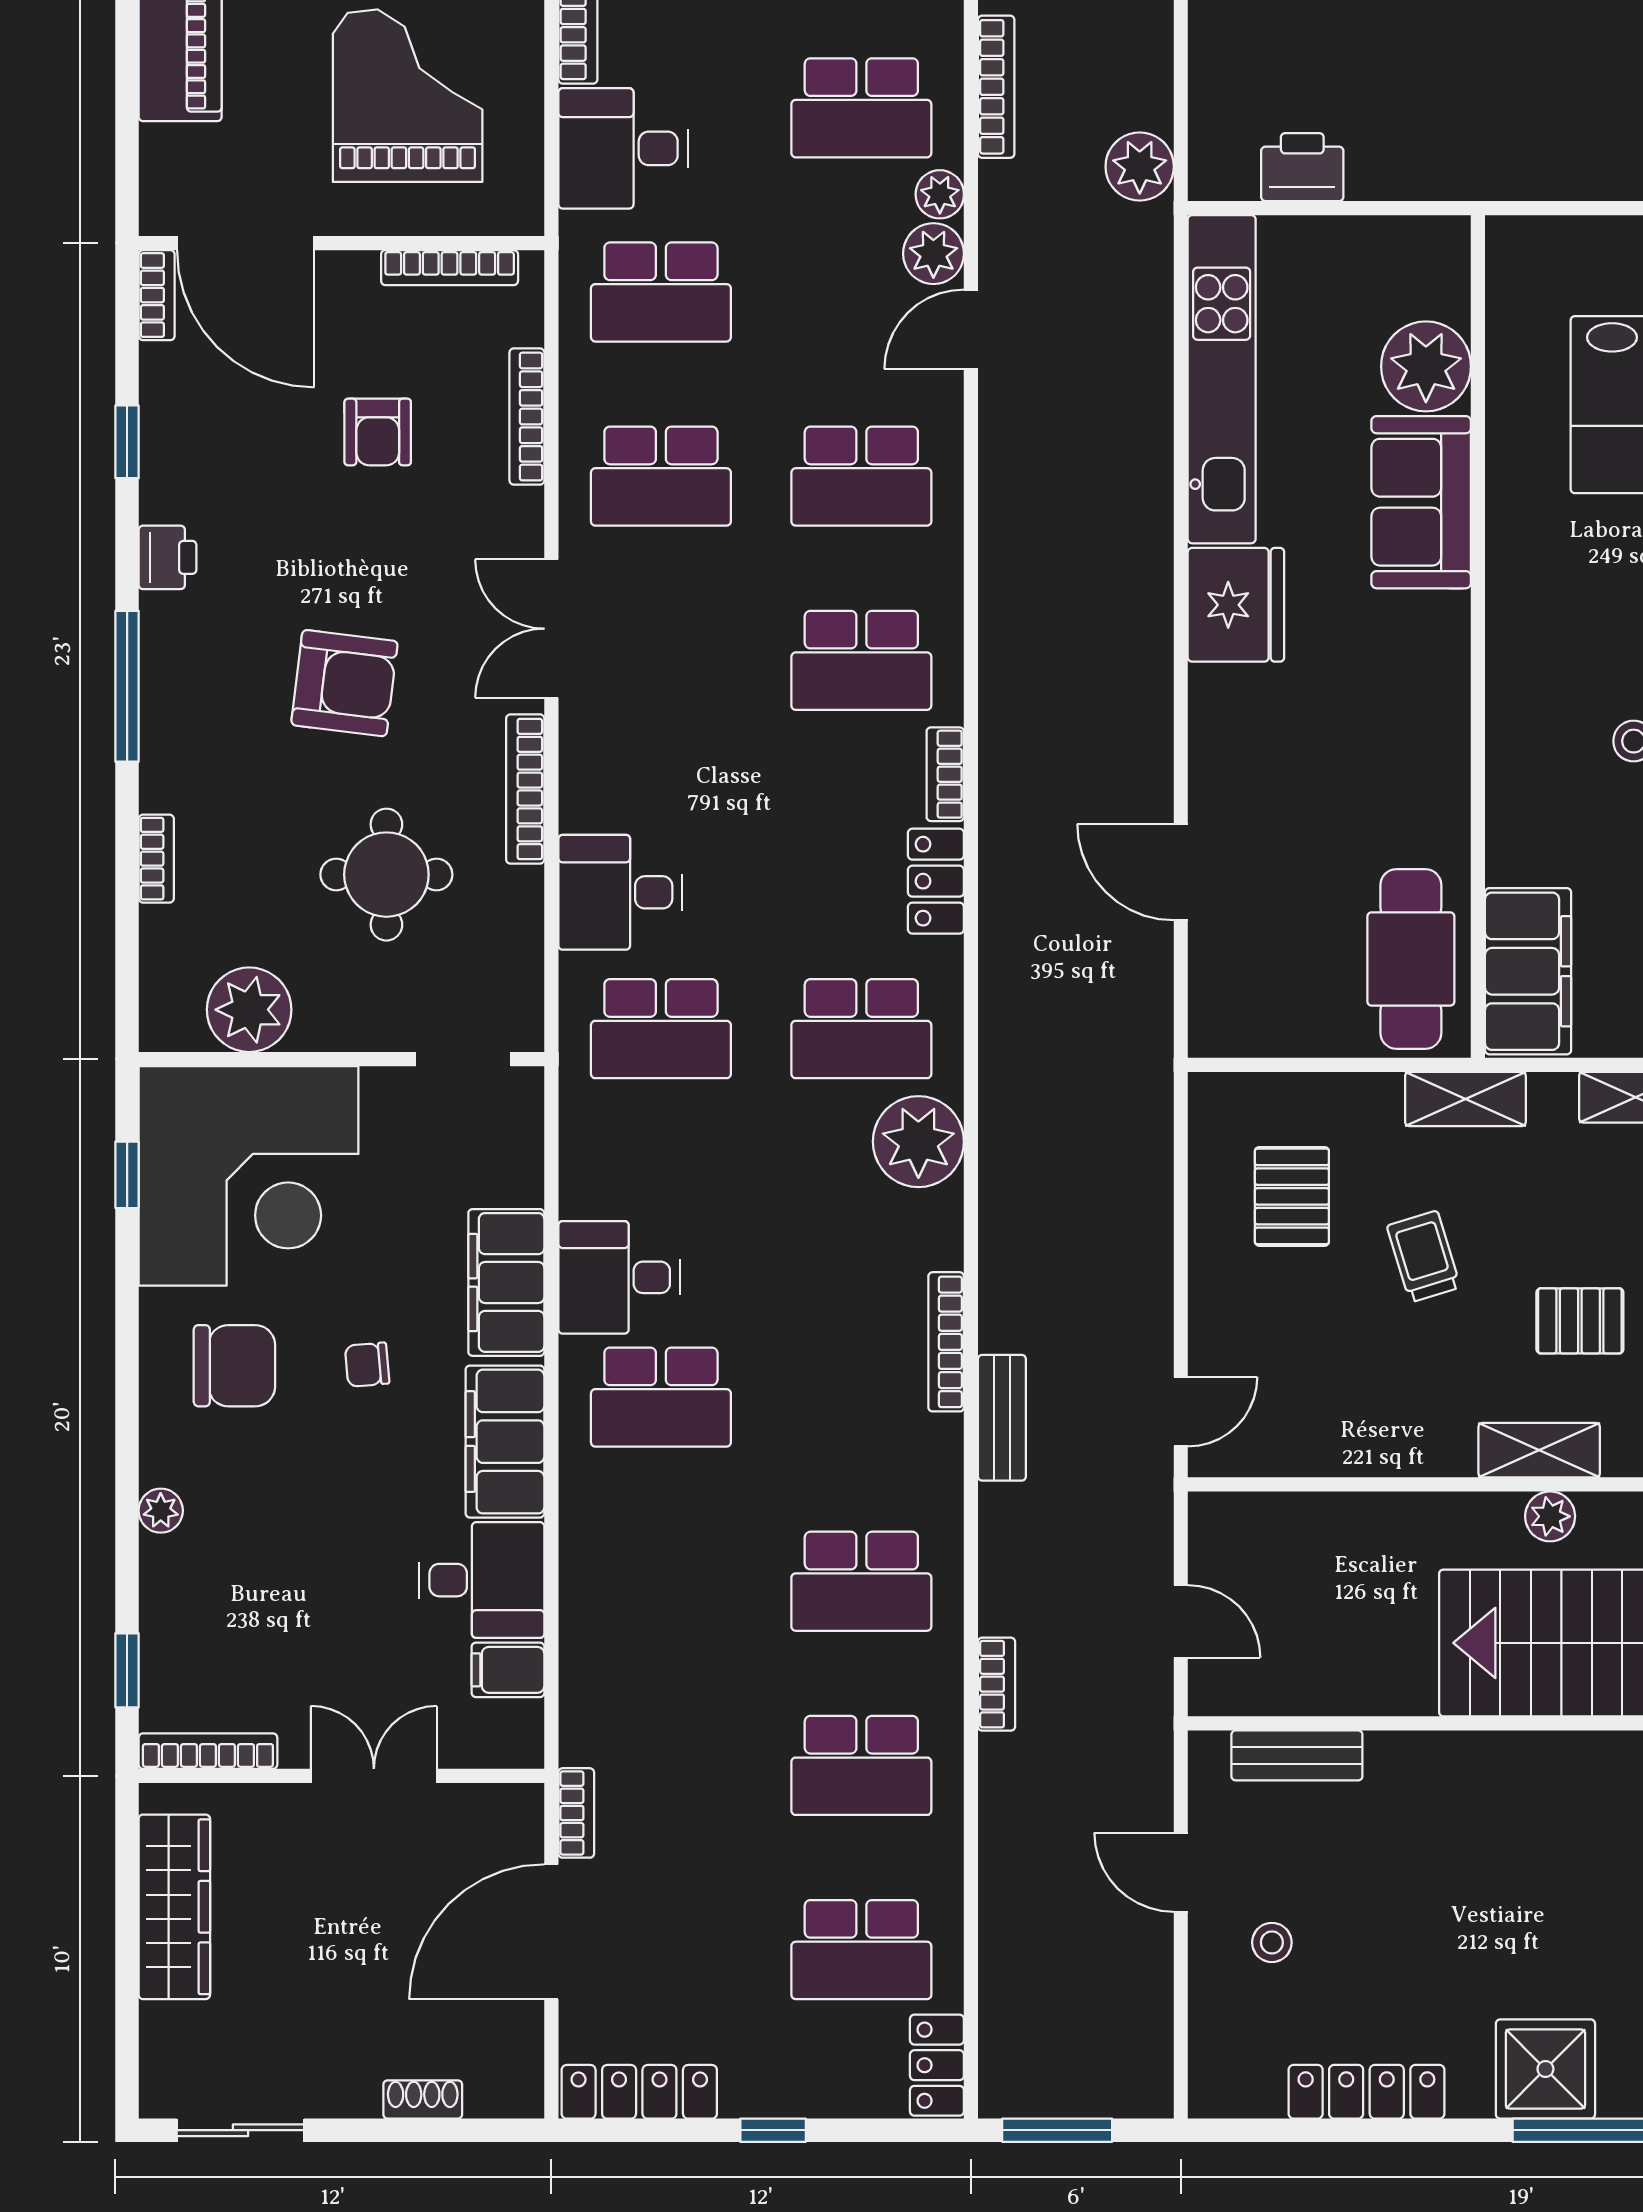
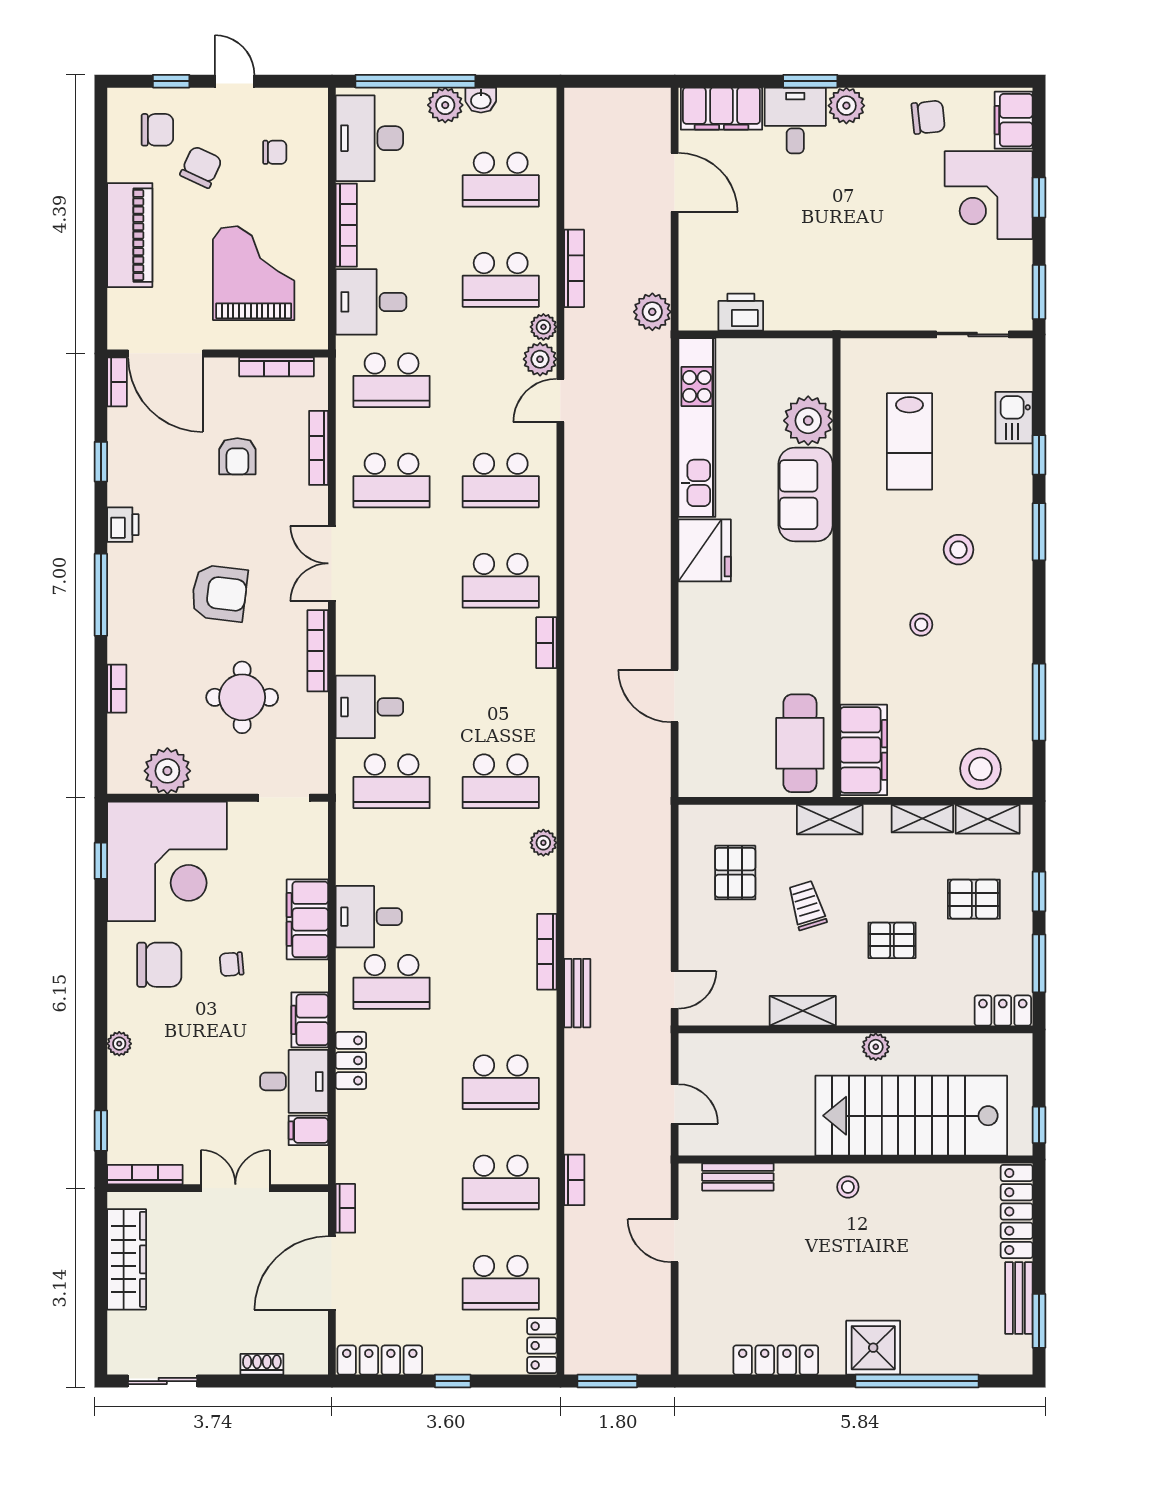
locker: (936, 881) -> (351, 1060), moved, turned 180
plant: (918, 1142) -> (543, 843), width x0.53, depth x0.53
filing cabinet: (505, 1442) -> (310, 1020), width x0.67, depth x0.86
shelving: (1539, 1450) -> (803, 1011), moved
bookcase: (997, 1684) -> (574, 1180), moved
stool: (1272, 1942) -> (848, 1187), moved

